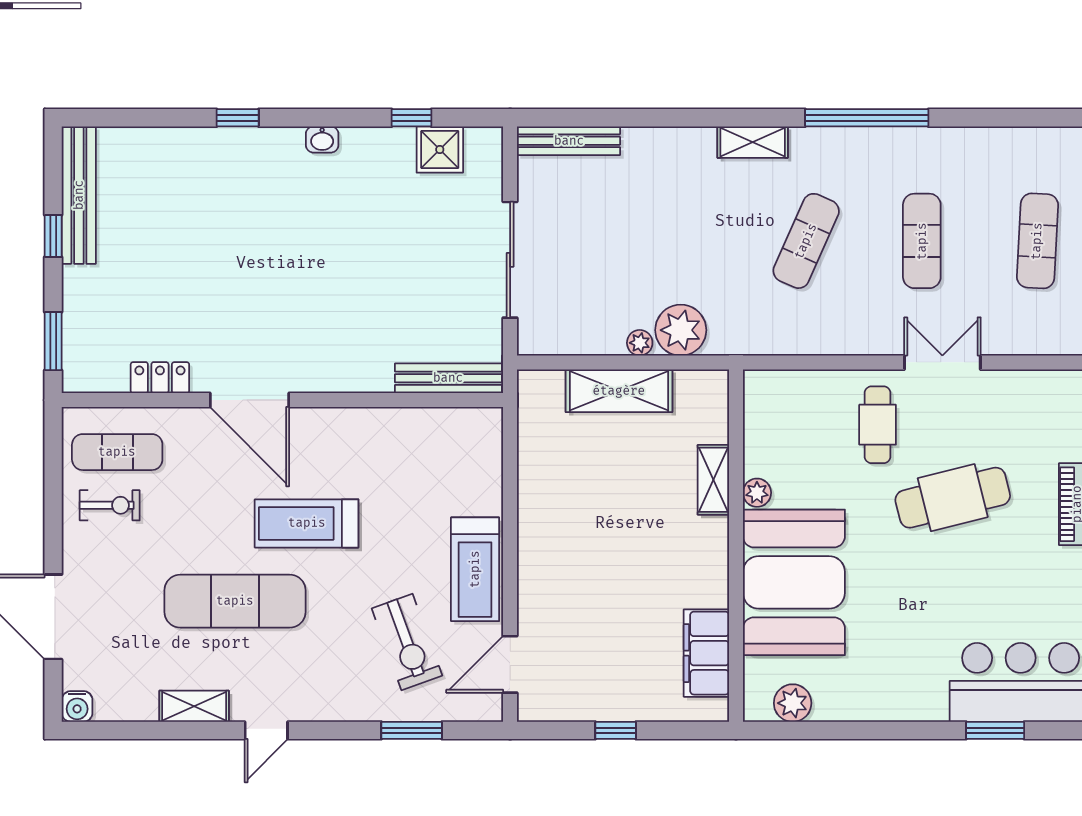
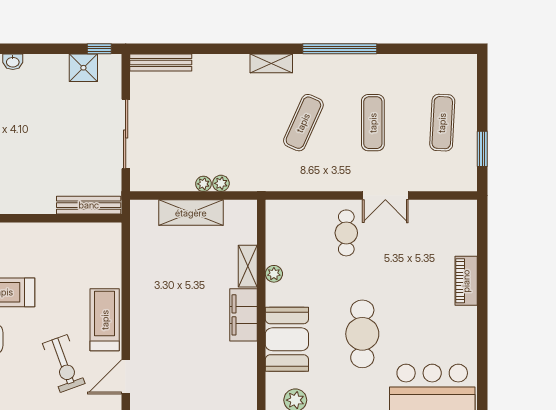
window: (412, 118) -> (99, 49), moved
plant: (681, 330) -> (221, 183), width x0.53, depth x0.53
double door: (942, 362) -> (385, 196), swing flipped
cafe table: (953, 498) -> (362, 334), moved, turned -76
treadmill: (475, 569) -> (105, 320), turned 180
booth: (794, 582) -> (287, 339), width x0.73, depth x0.70
filing cabinet: (706, 653) -> (244, 315), moved

